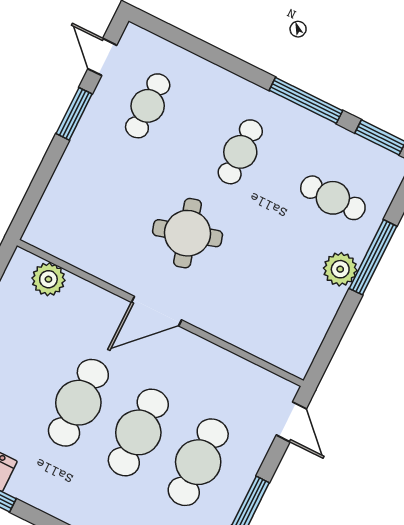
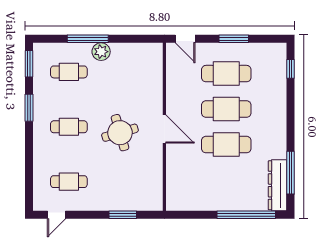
window: (306, 100) -> (29, 108), width x0.69
window: (74, 114) -> (123, 215), moved
cafe table: (333, 198) -> (69, 72), turned 90
plant: (48, 279) -> (175, 188), removed
door: (291, 422) -> (185, 39), swing flipped

